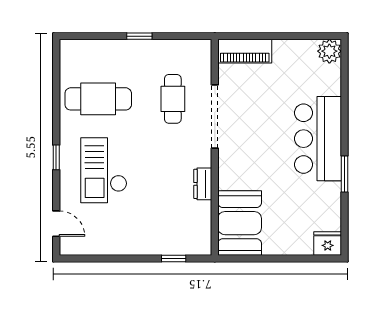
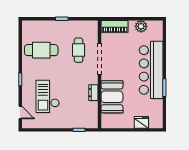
plant: (329, 51) -> (141, 26), moved
bar counter: (318, 139) -> (151, 70), width x1.36
checkout: (104, 170) -> (48, 96), moved
booth: (240, 223) -> (112, 97), moved
fridge: (328, 244) -> (141, 122), moved

